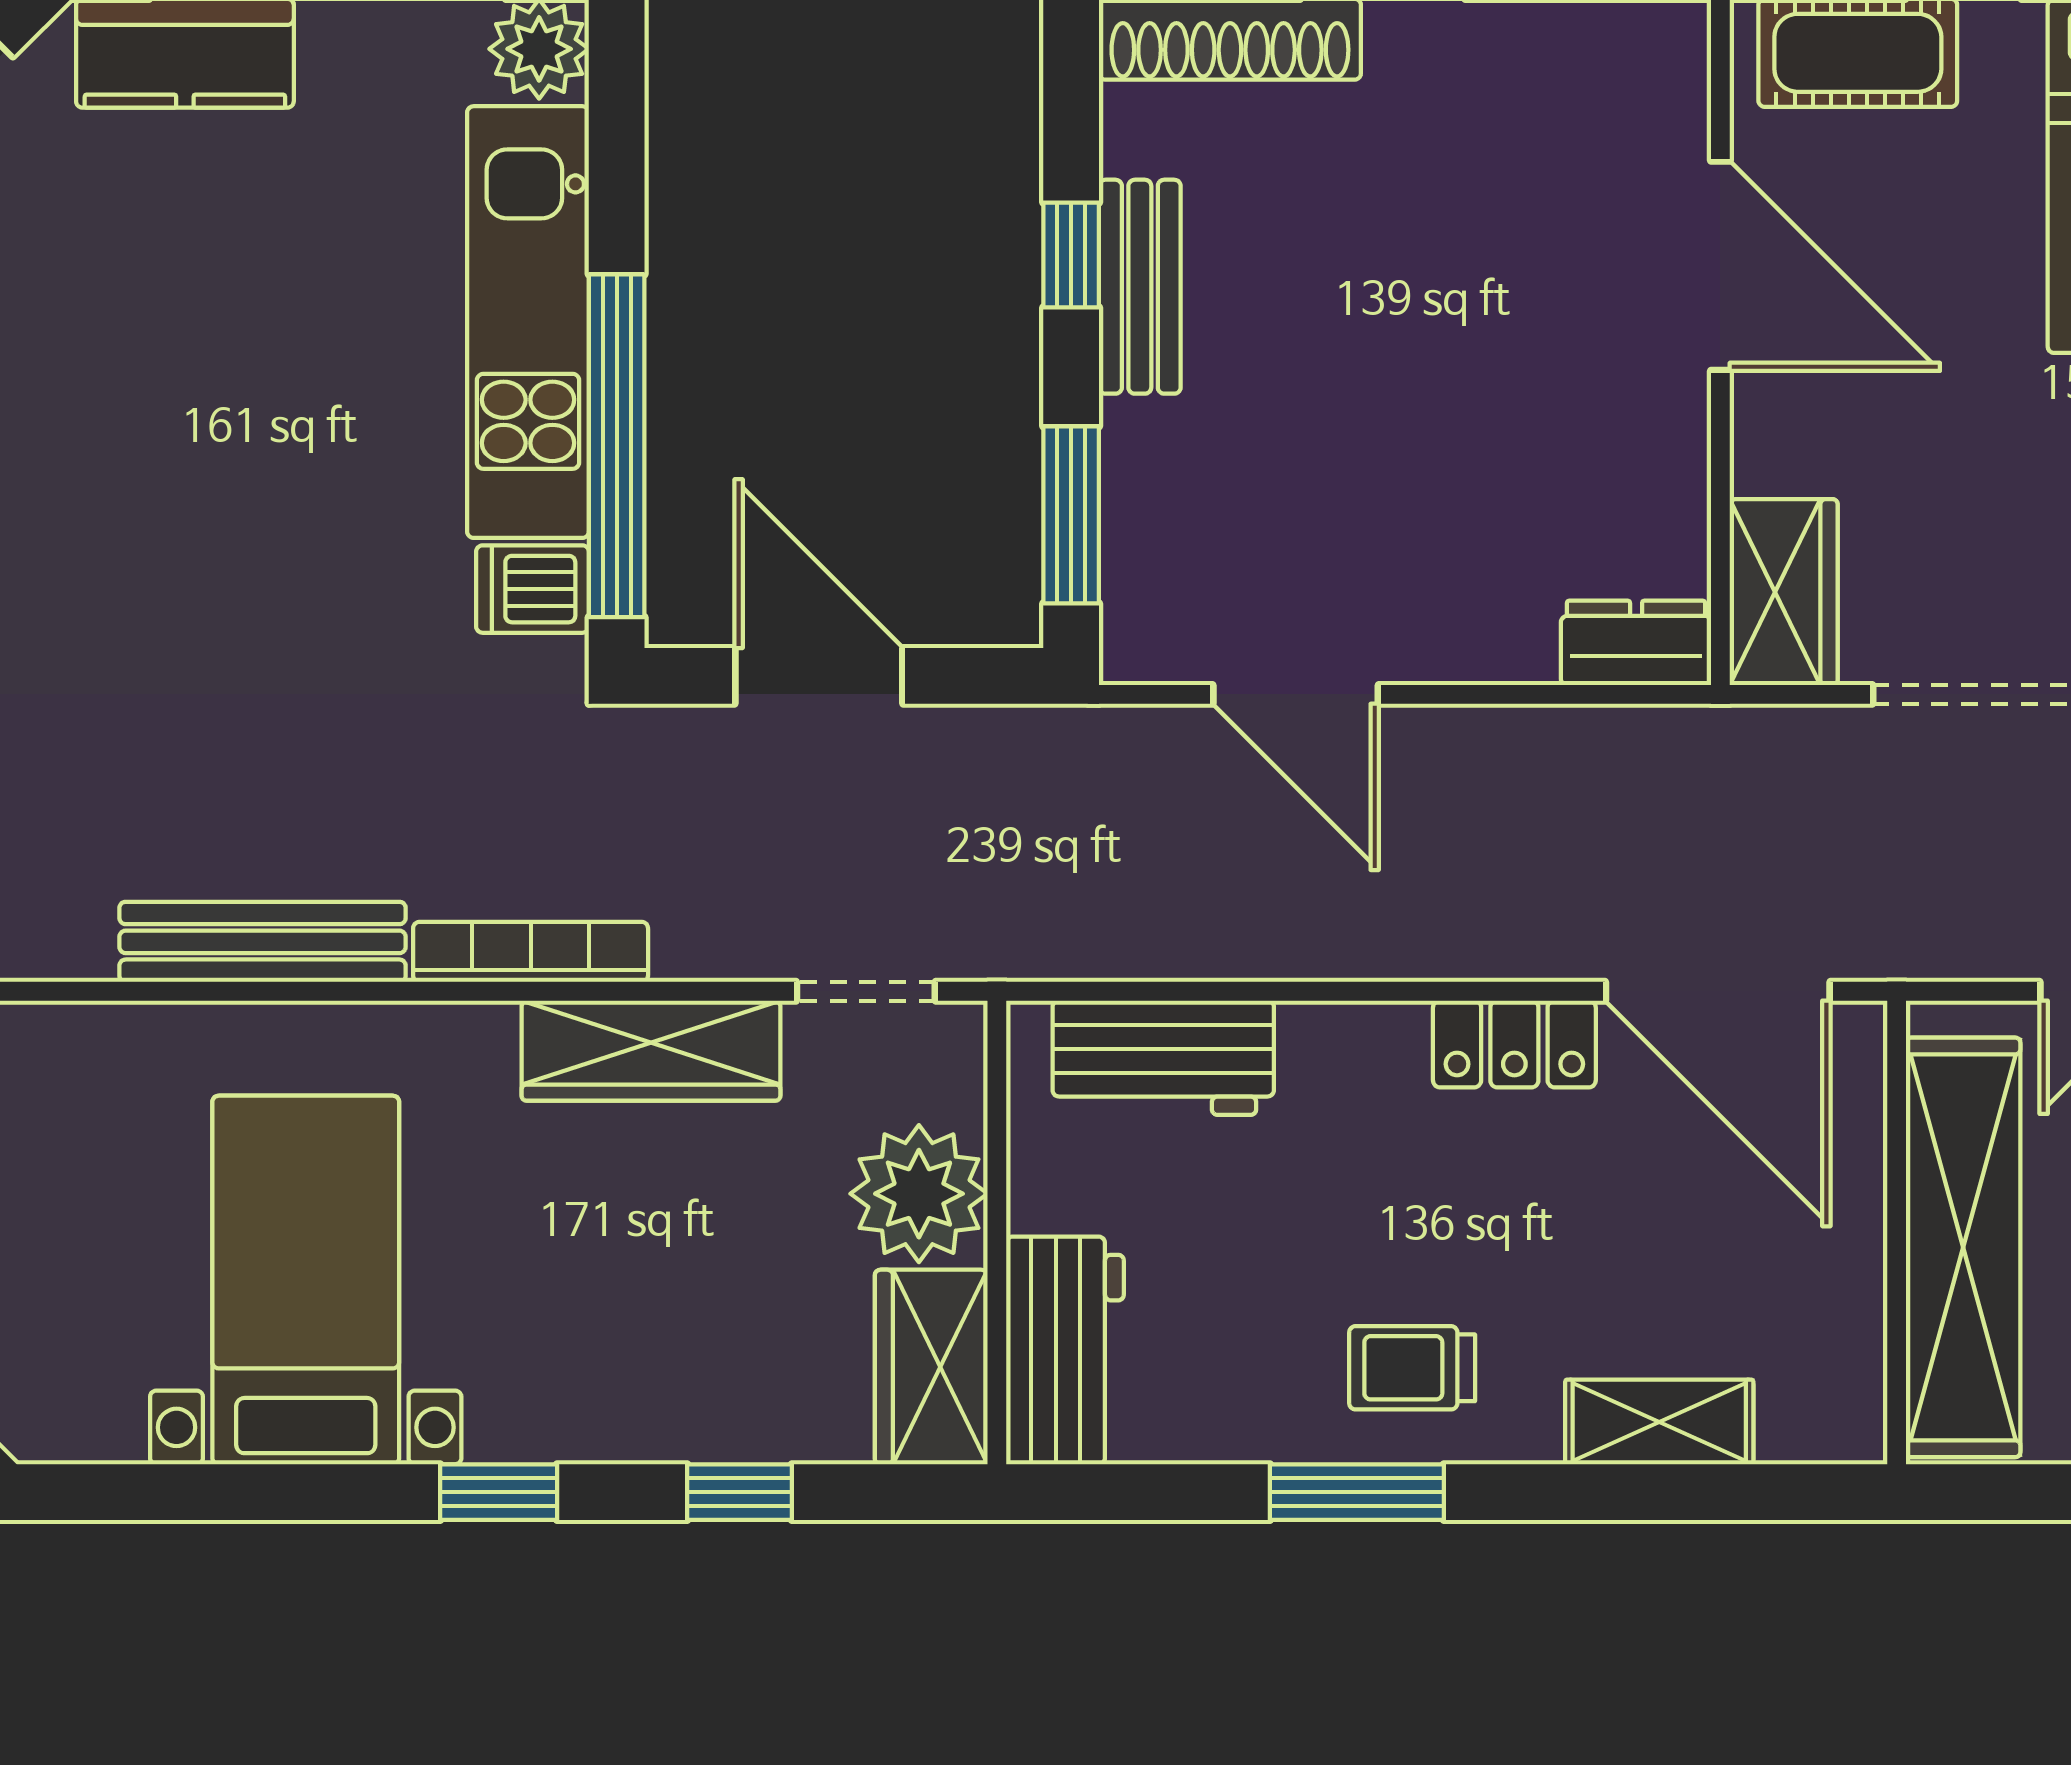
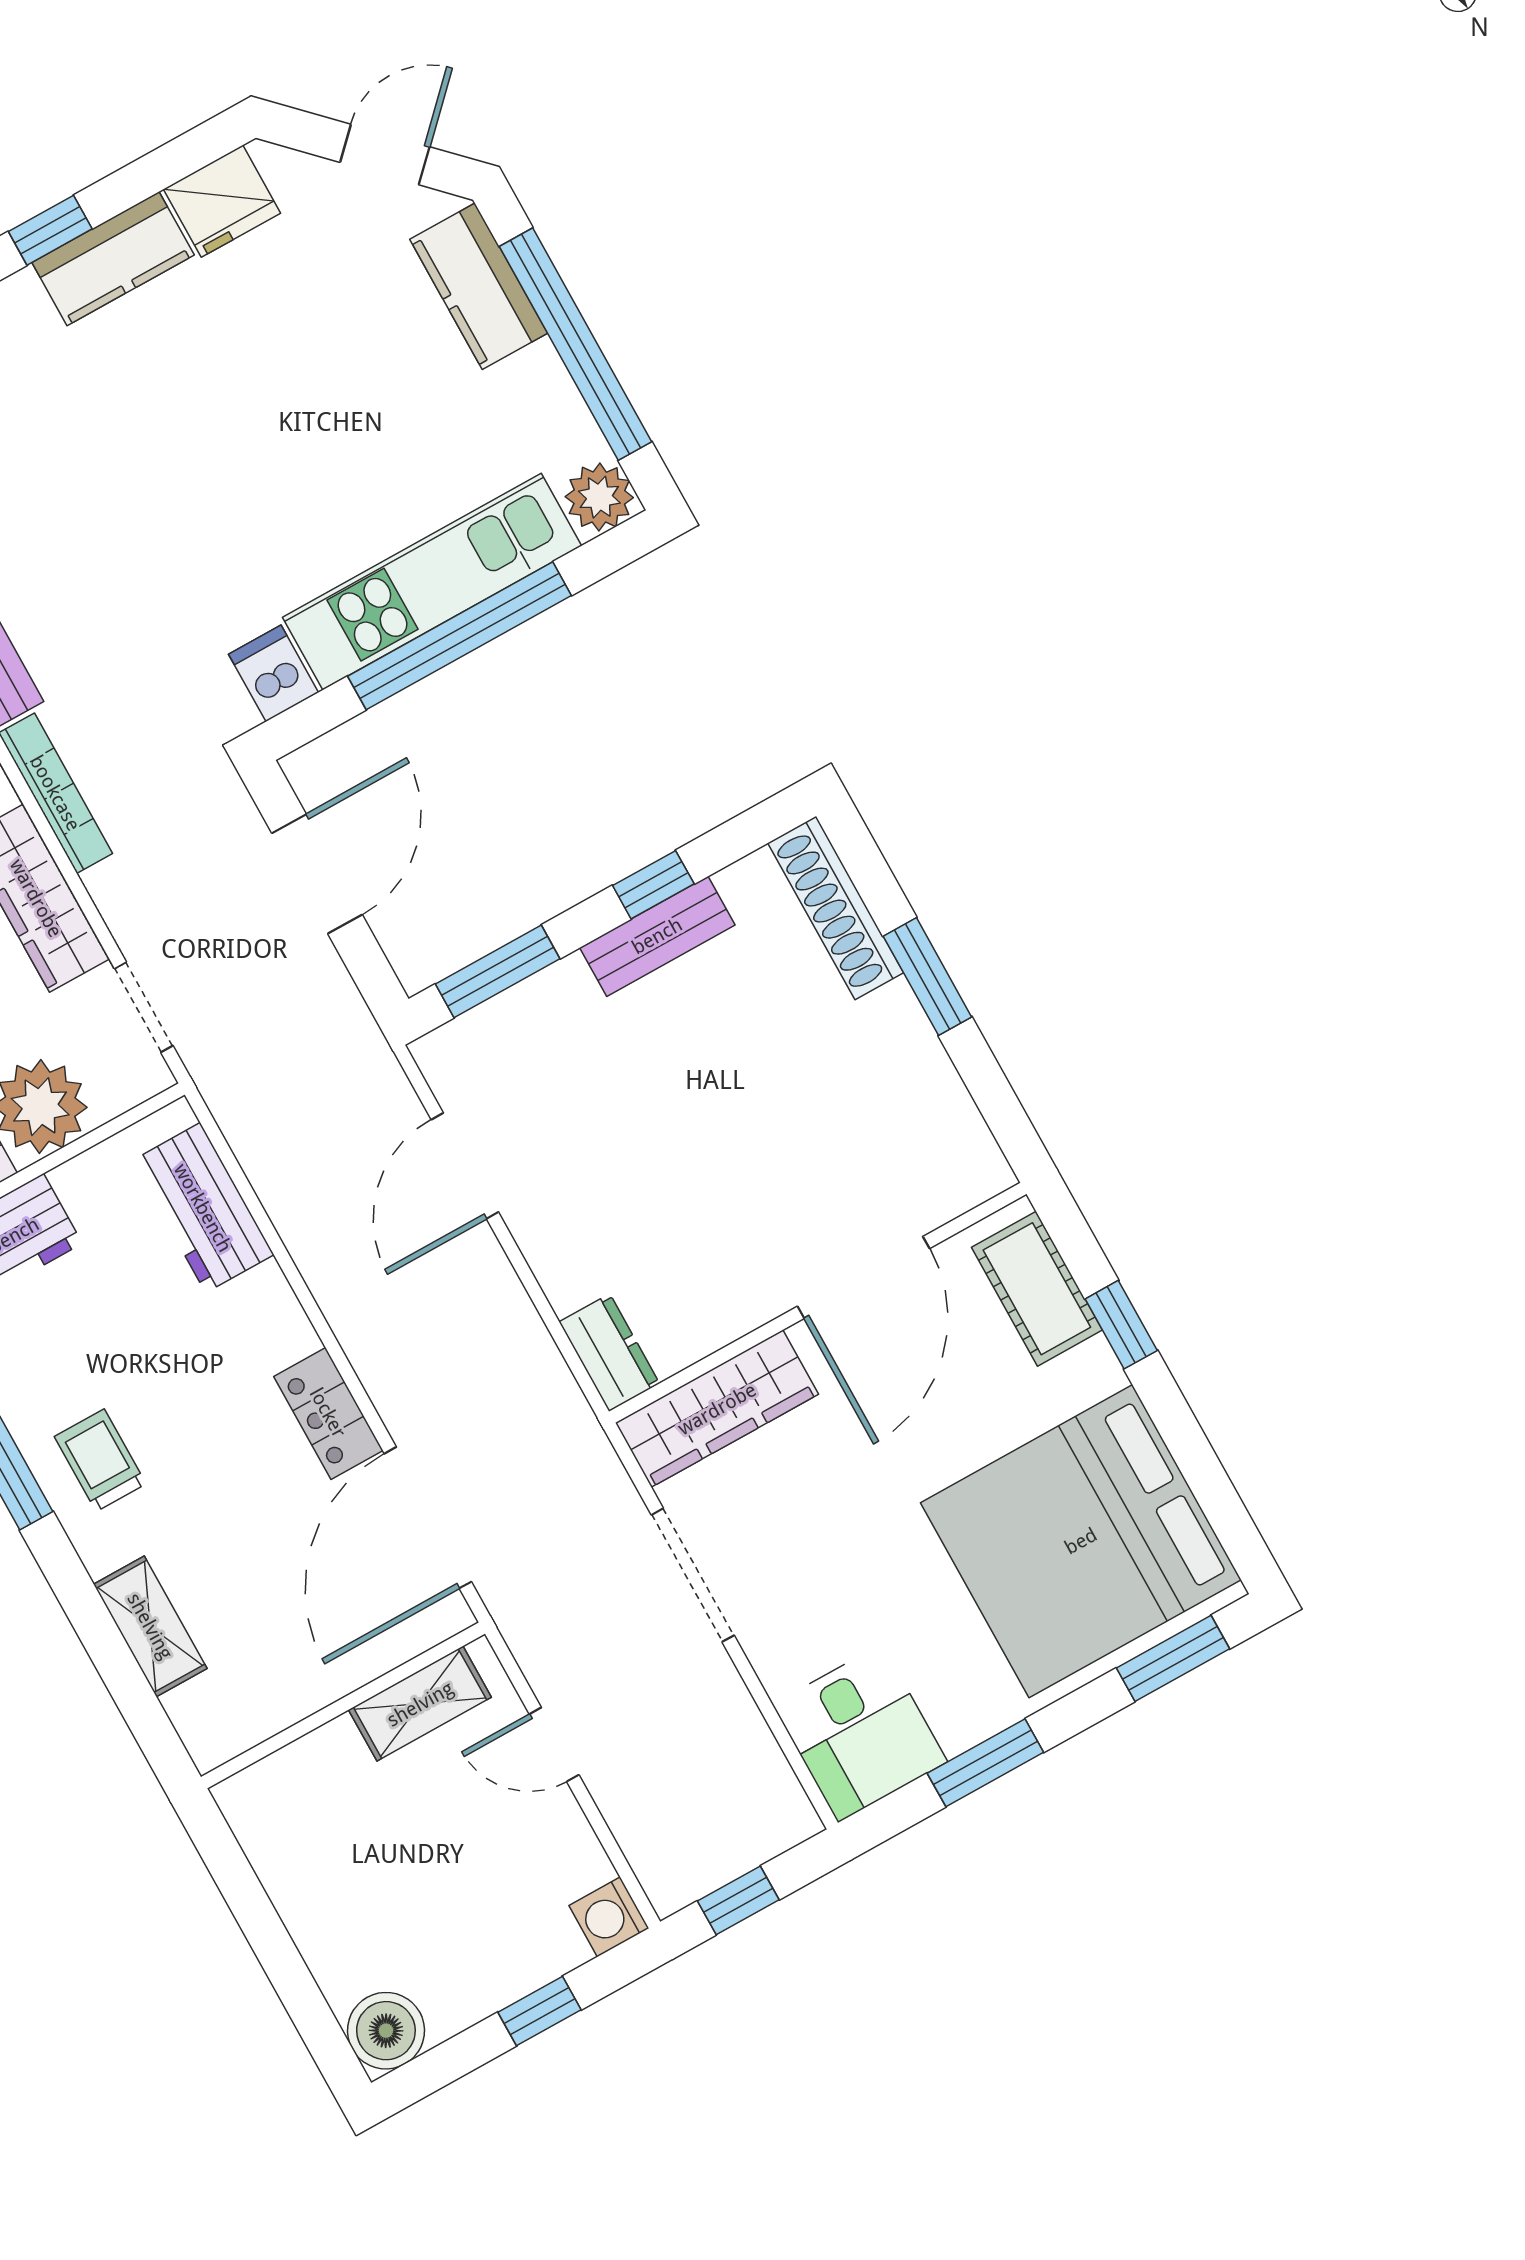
window: (617, 446) -> (460, 636), moved
wardrobe: (1784, 592) -> (717, 1409), width x1.50
shelving: (1963, 1247) -> (420, 1704), width x0.45, depth x0.75

